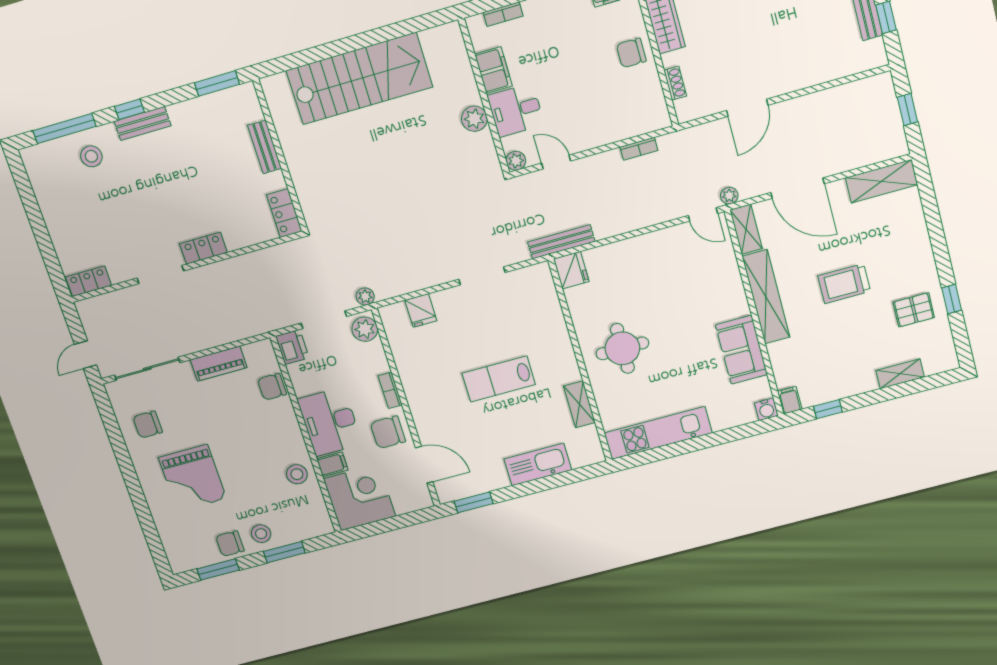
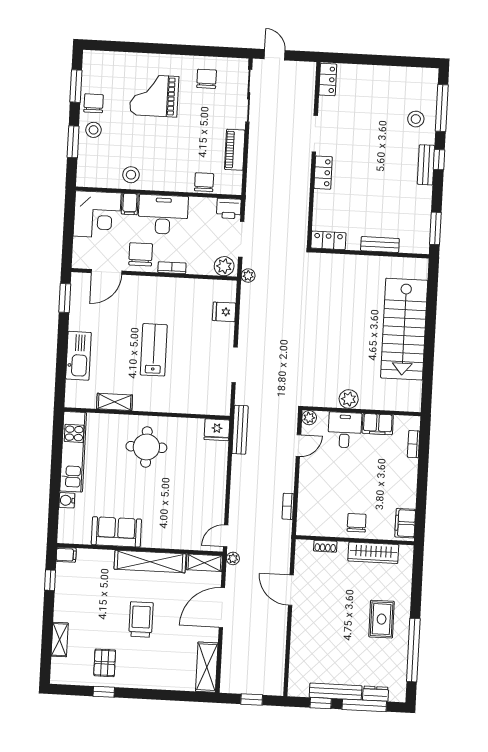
water cooler: (766, 409) -> (67, 500), moved

